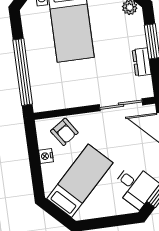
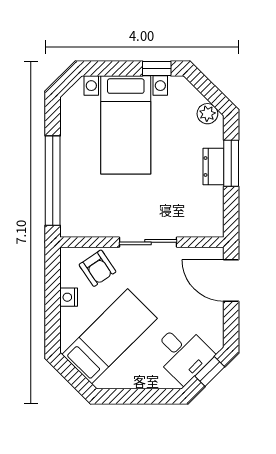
dresser: (142, 62) -> (214, 167), moved
sliding door: (121, 105) -> (148, 242), moved

